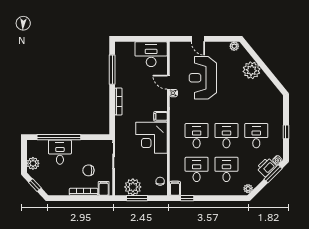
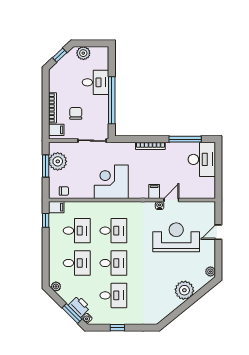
desk: (151, 54) -> (202, 159), moved
filing cabinet: (161, 116) -> (154, 191), moved
window: (59, 137) -> (112, 100), moved

